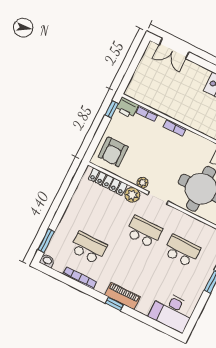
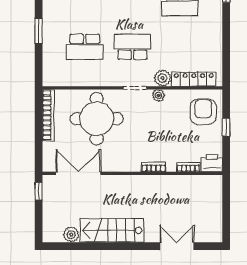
double door: (174, 48) -> (177, 246), moved
window: (112, 109) -> (226, 127), moved
school desk: (144, 232) -> (132, 47), turned 180

